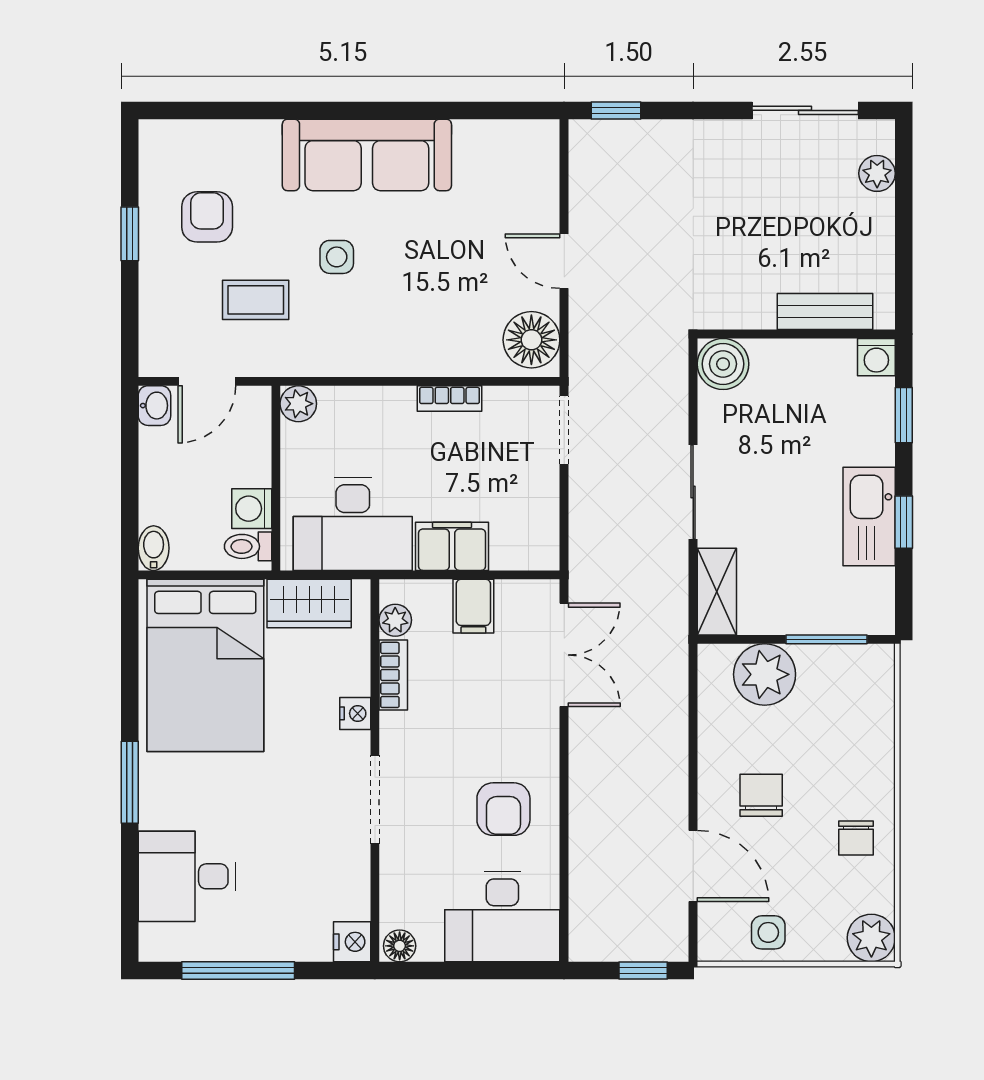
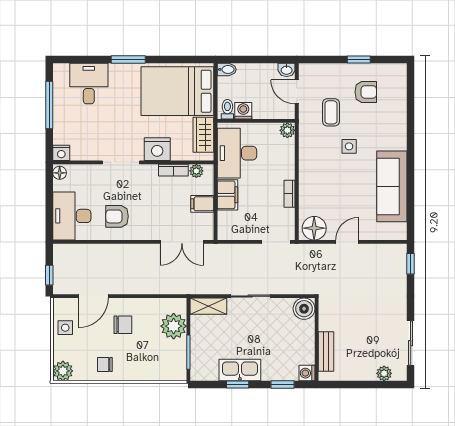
sofa: (367, 155) -> (392, 186), moved
nightstand: (355, 713) -> (157, 149), width x1.89, depth x1.79

